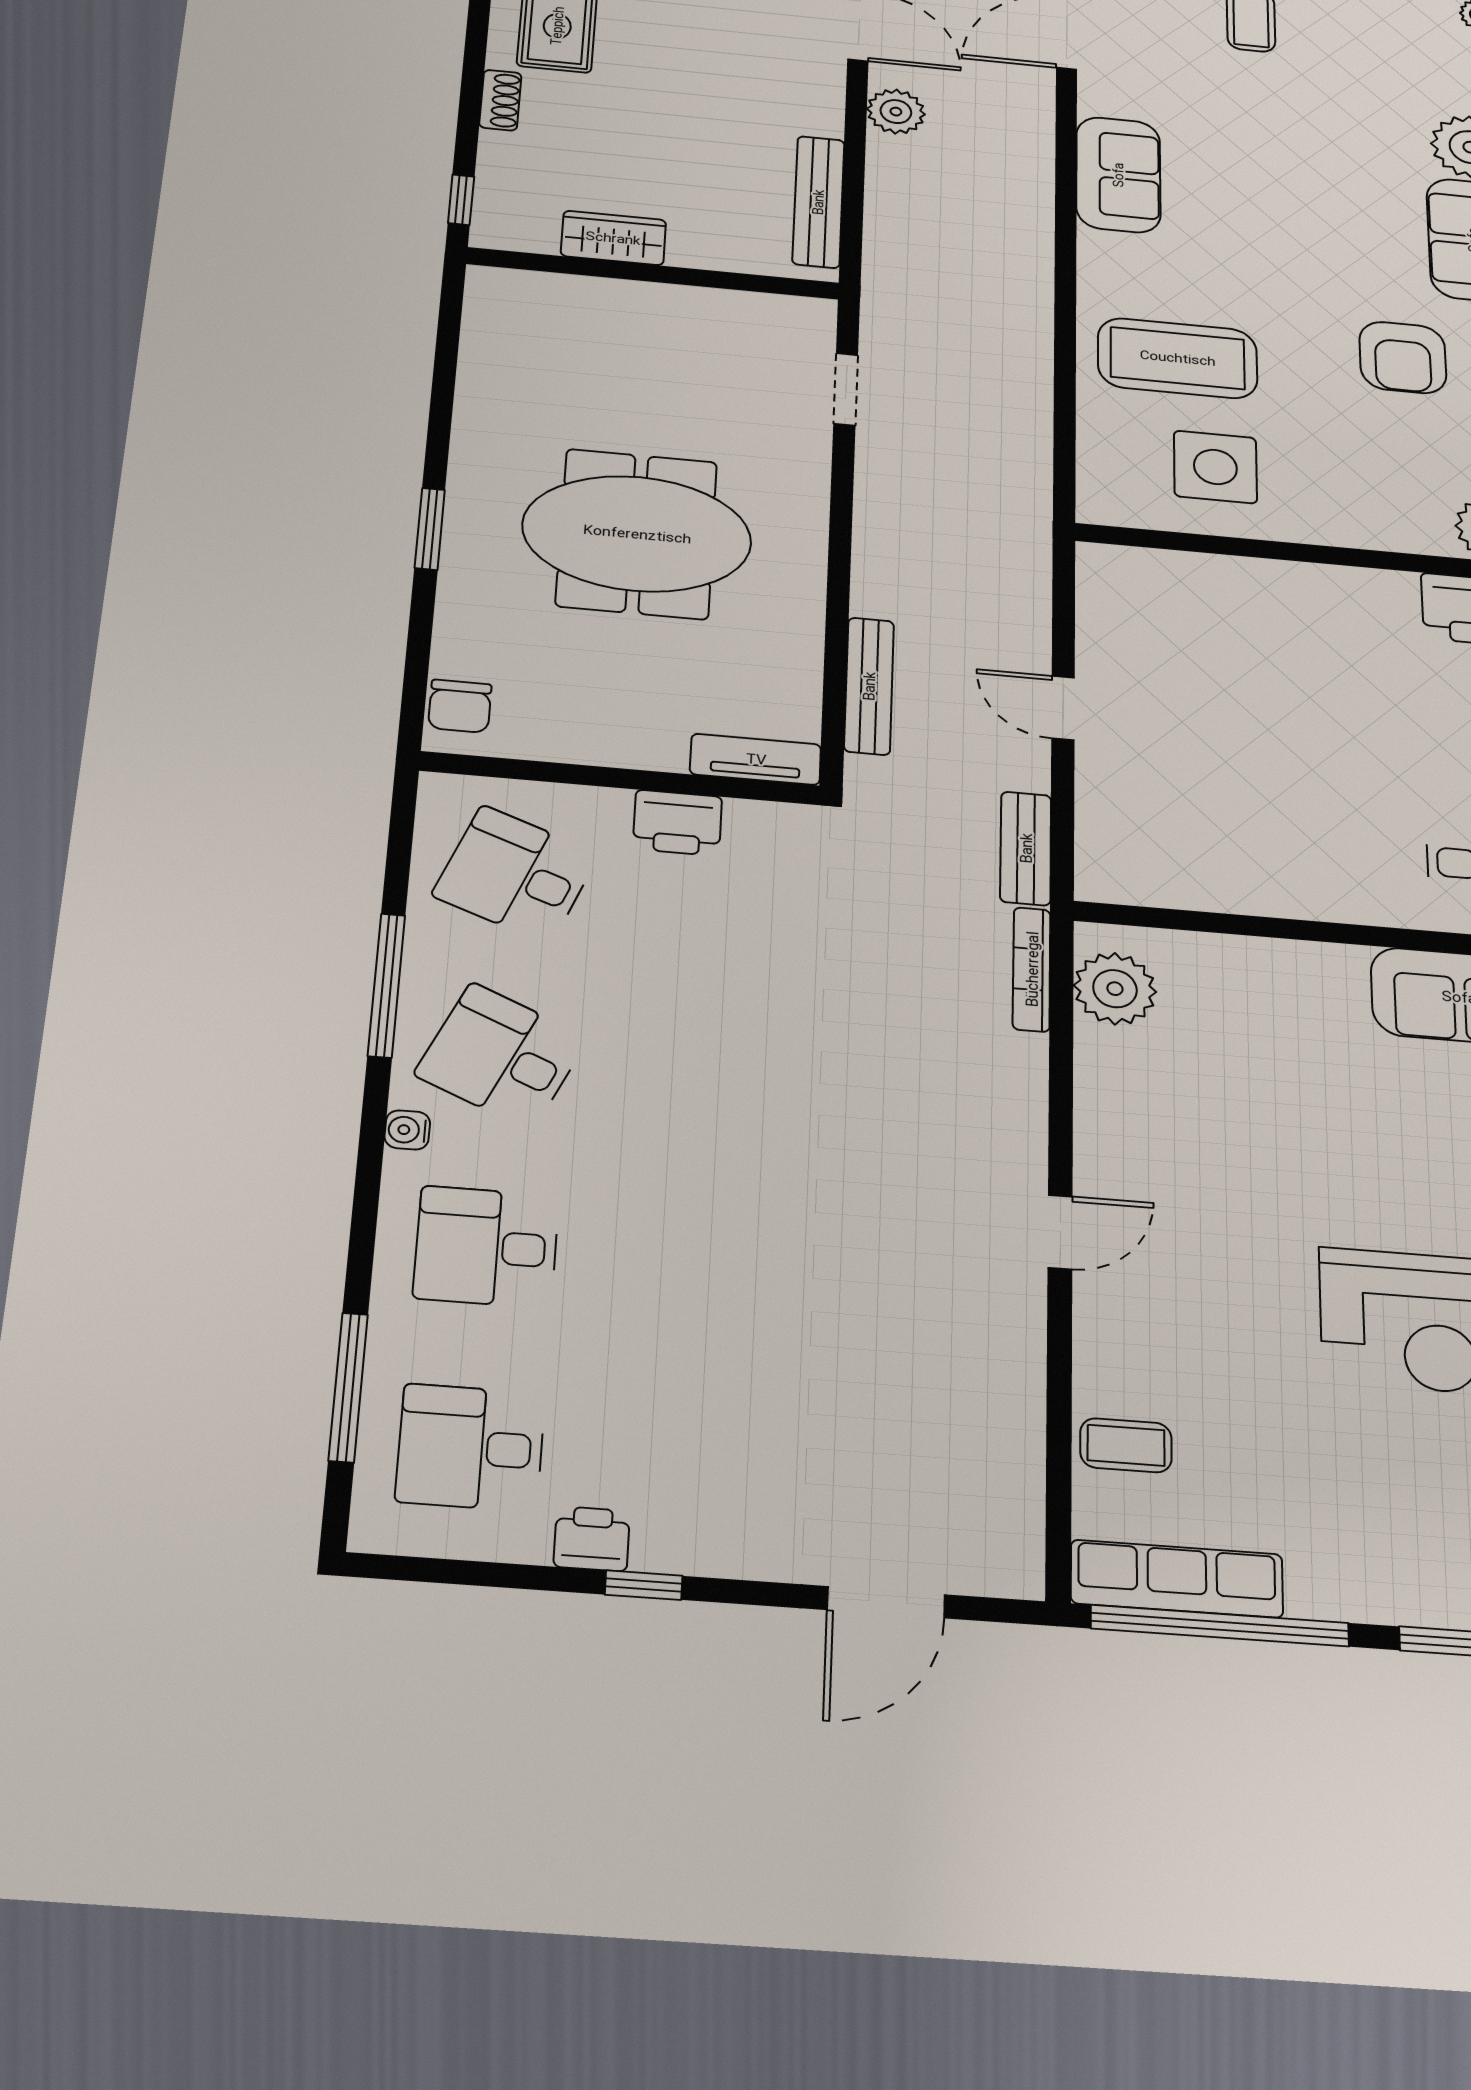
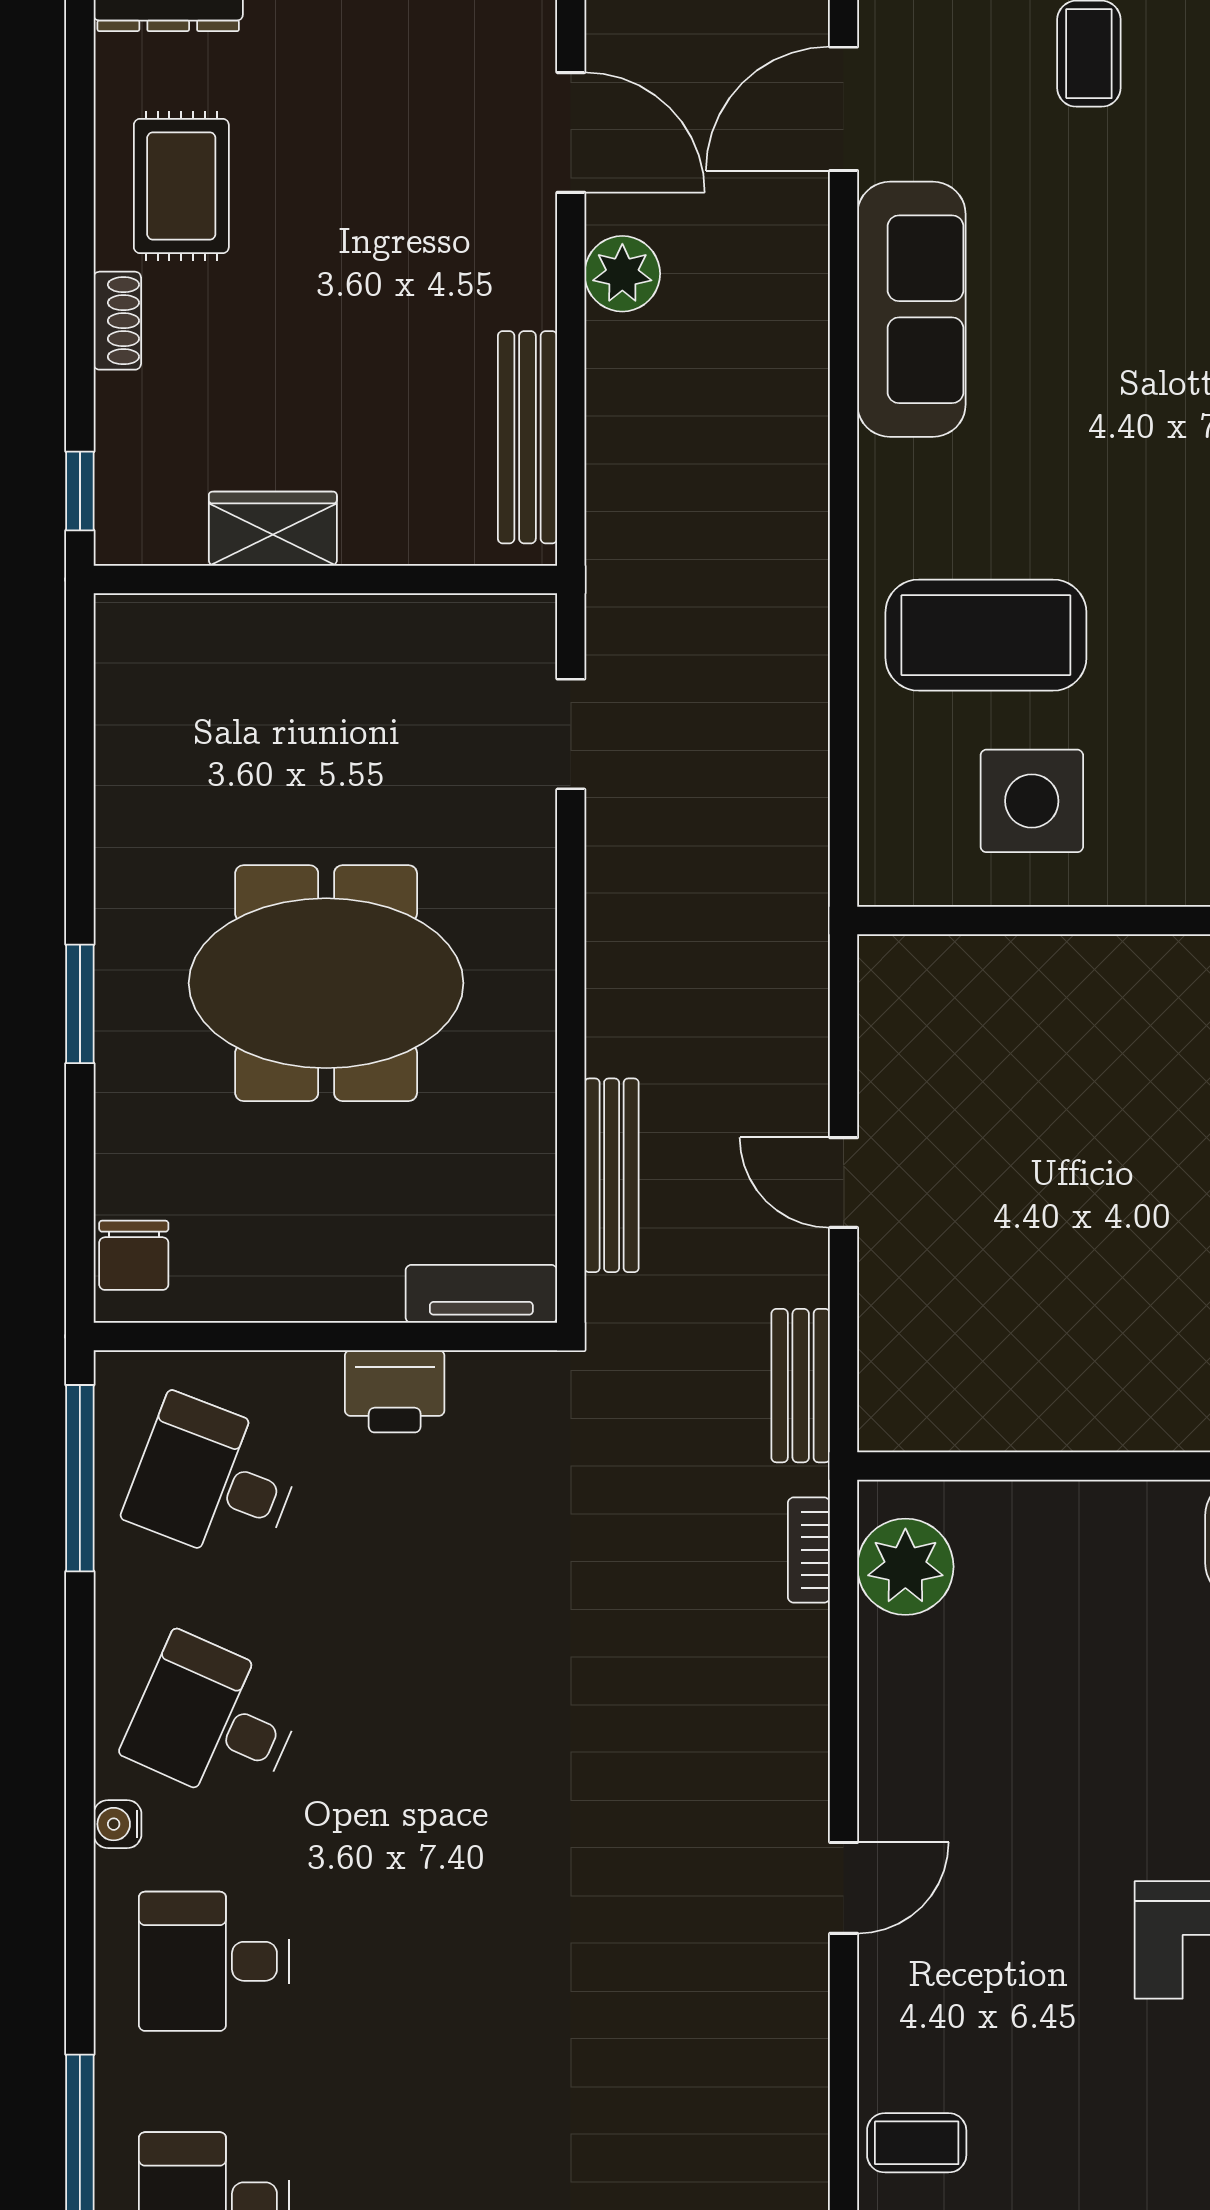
sofa: (1118, 175) -> (911, 309), width x1.36
bookcase: (1032, 969) -> (809, 1550), width x0.64
window: (386, 985) -> (80, 1478), moved

